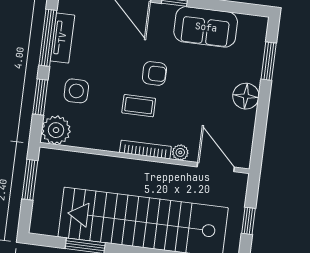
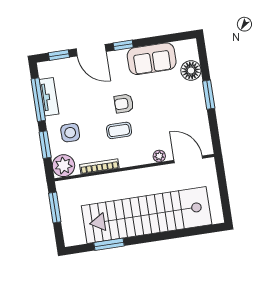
window: (269, 61) -> (209, 95), moved
armchair: (154, 73) -> (124, 104), turned 180
floor lamp: (246, 96) -> (191, 70), moved
bookcase: (145, 149) -> (99, 166), moved
window: (249, 221) -> (224, 192), removed

